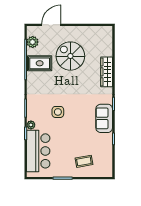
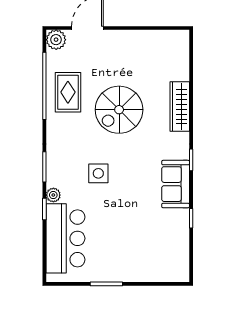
plant: (33, 42) -> (56, 40), moved
spiral stairs: (70, 56) -> (119, 110), moved, turned -90
rug: (40, 63) -> (68, 92), turned 90
coffee table: (84, 161) -> (142, 256), removed

